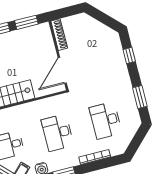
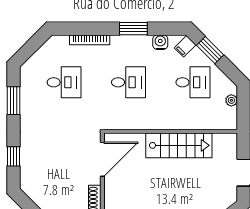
desk: (106, 120) -> (64, 82), width x0.73
desk: (58, 133) -> (128, 82), width x0.73

